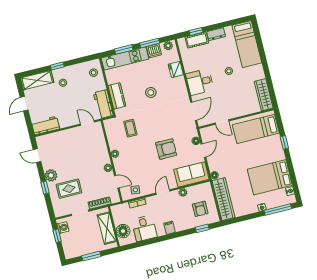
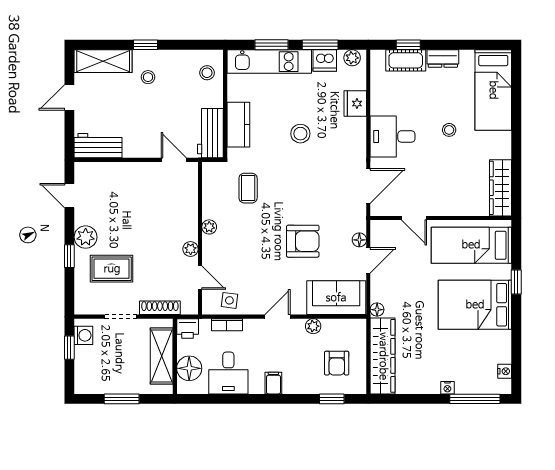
bed: (270, 177) -> (475, 305), moved
printer: (117, 210) -> (188, 328), added

